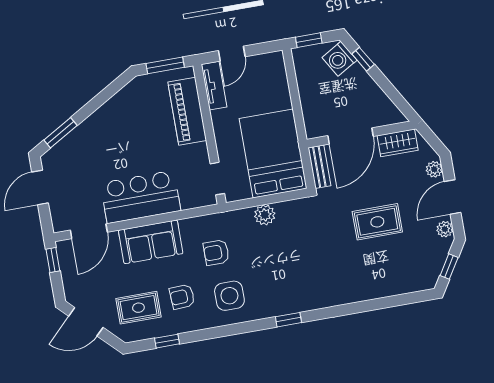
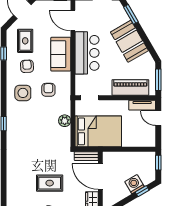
washing machine: (340, 59) -> (134, 184), moved
booth: (107, 127) -> (129, 41), added
rug: (377, 222) -> (50, 183), turned 90

